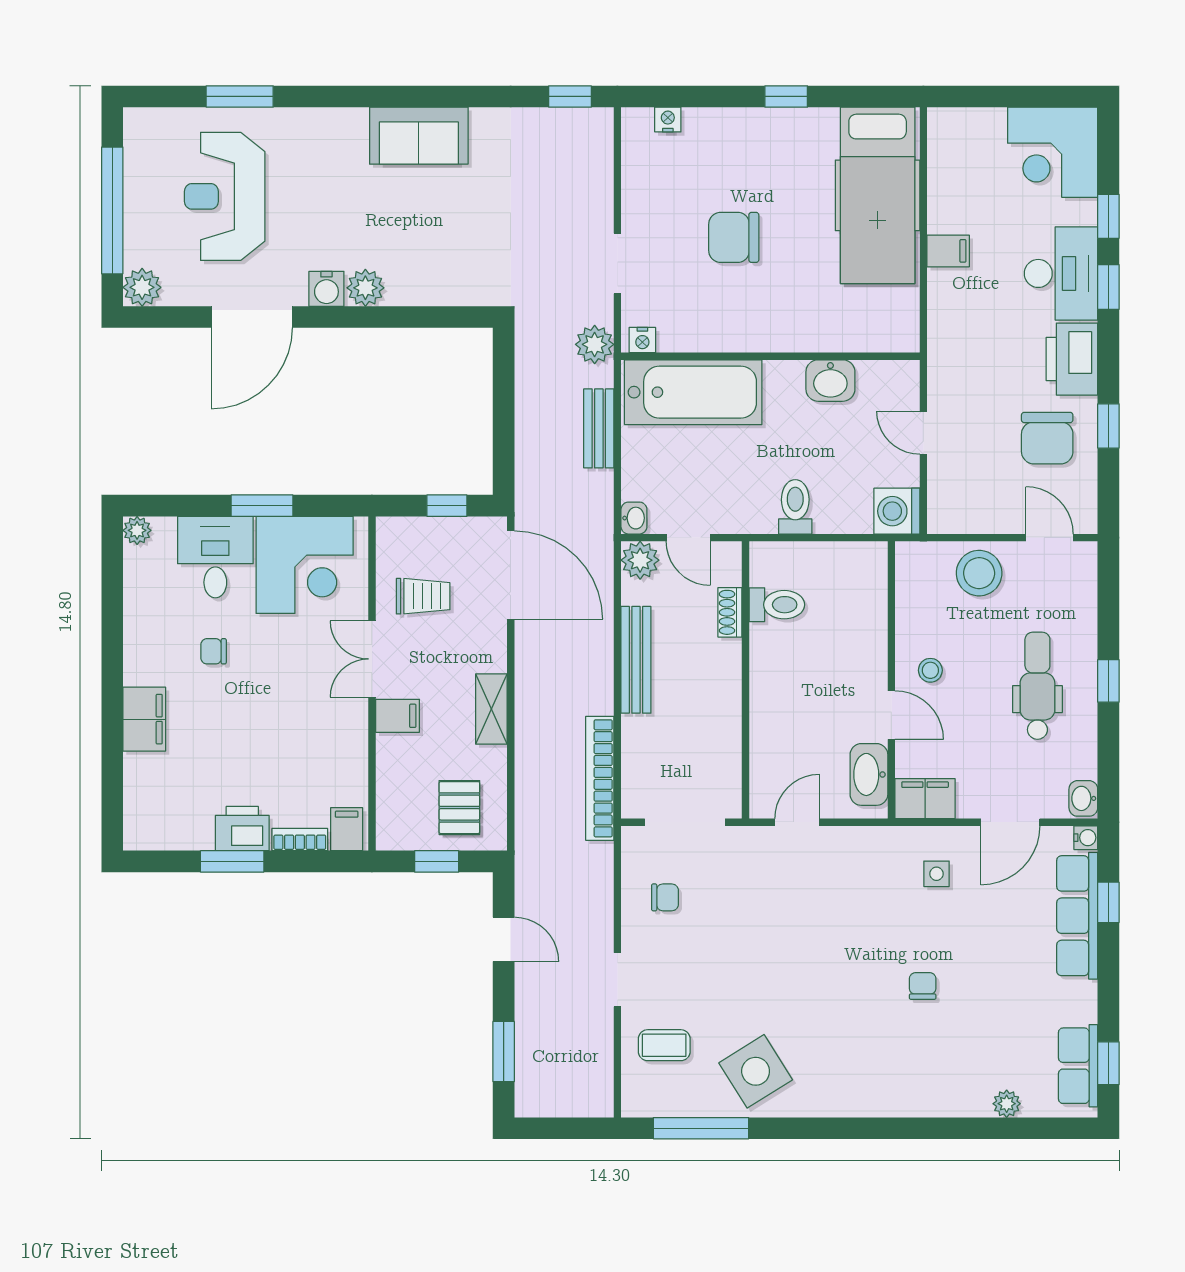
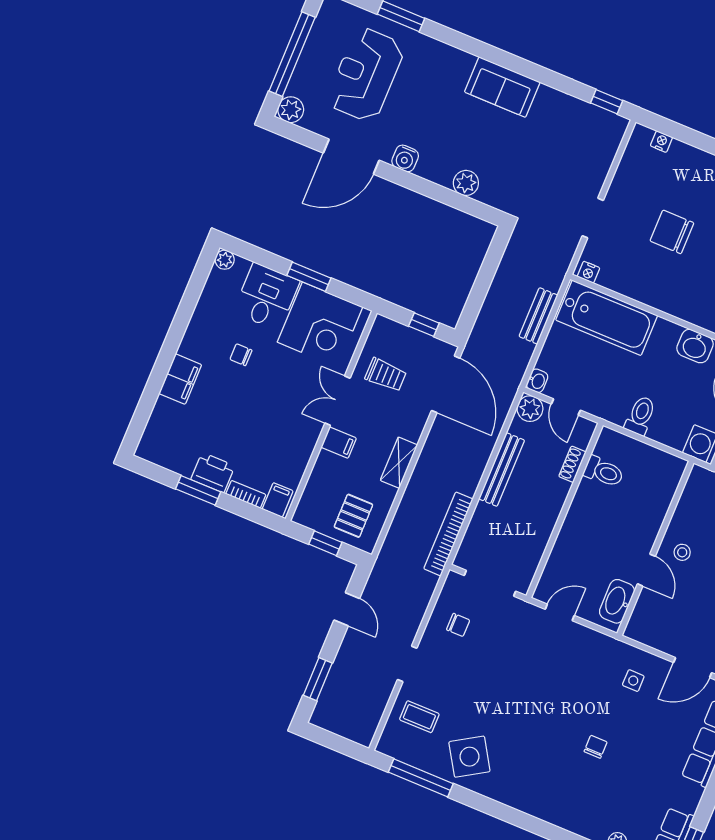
plant: (365, 288) -> (466, 183), moved
plant: (595, 344) -> (558, 263), removed
filing cabinet: (925, 799) -> (646, 631), removed

